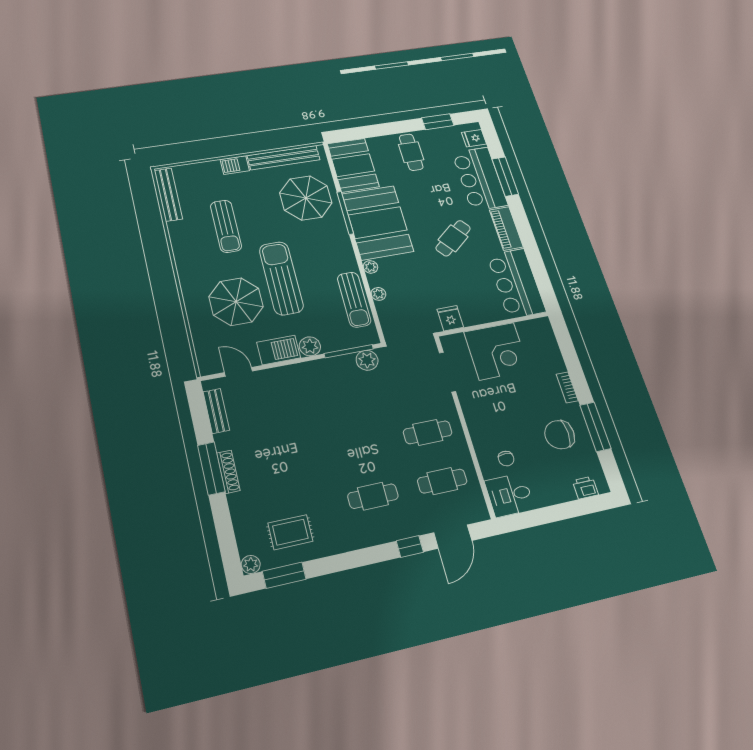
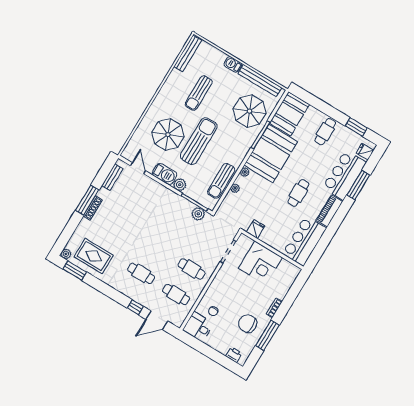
cafe table: (453, 238) -> (298, 193), turned -51
rug: (290, 532) -> (94, 256), width x1.36, depth x1.43

